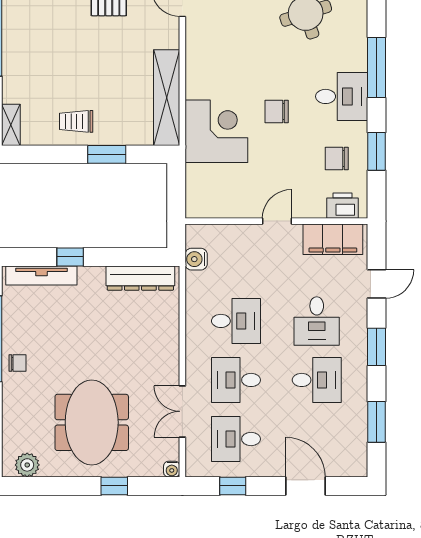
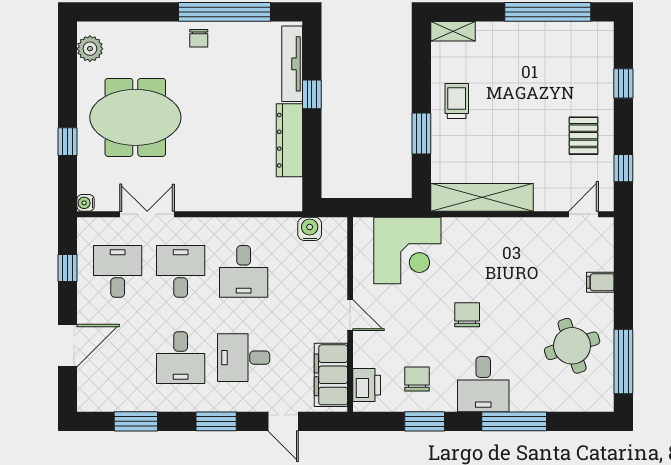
corner desk: (216, 131) -> (407, 251), moved
dresser: (140, 278) -> (289, 140), moved

